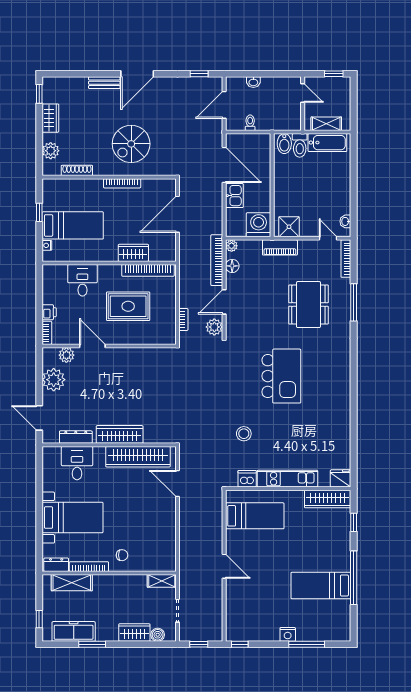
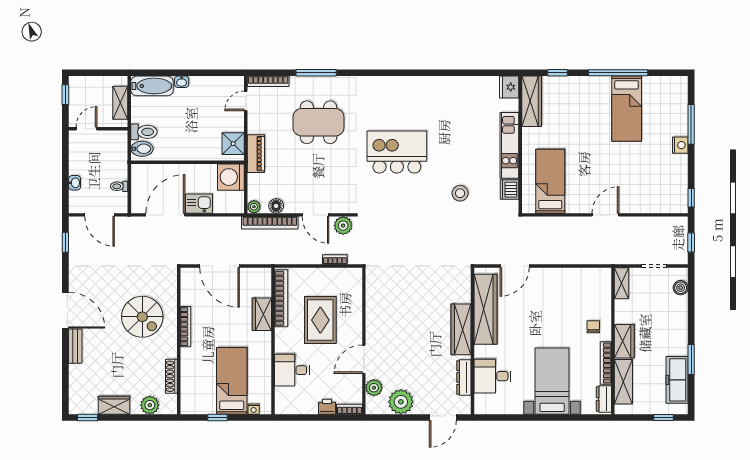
bathtub: (327, 143) -> (152, 86), moved, turned 90
washbasin: (345, 221) -> (182, 82), moved
wardrobe: (134, 632) -> (624, 341), moved, turned 180

